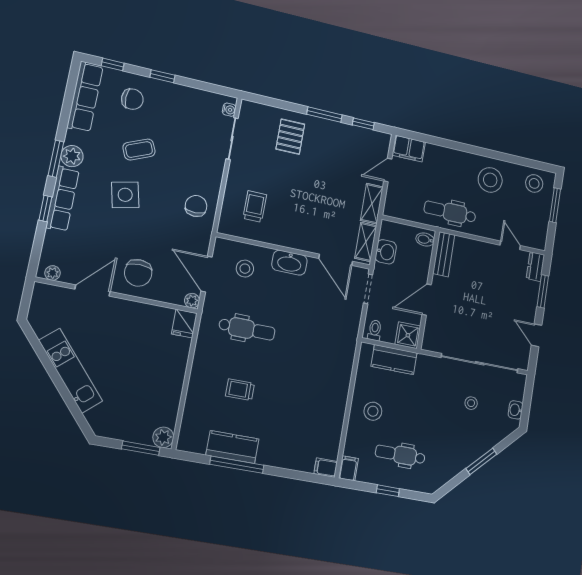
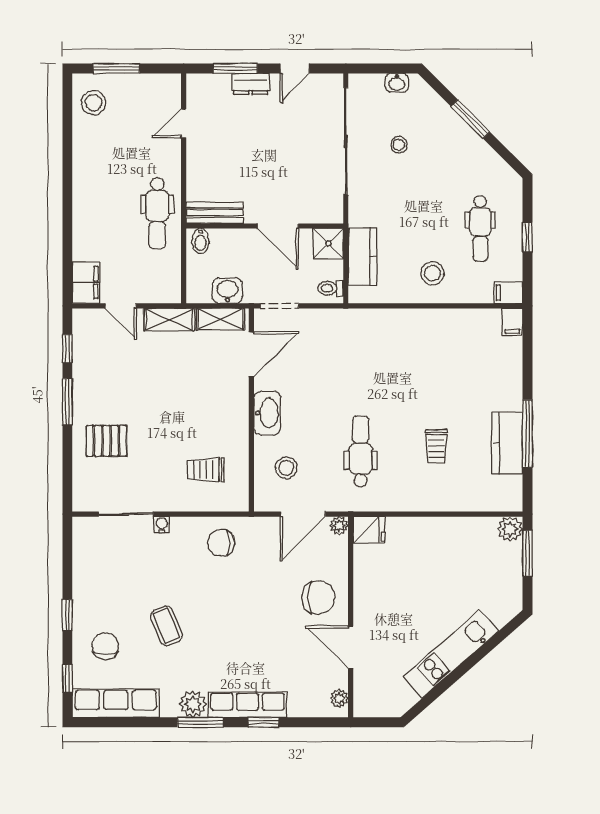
water cooler: (229, 110) -> (162, 525), moved
stool: (490, 180) -> (103, 165), removed
side table: (125, 195) -> (226, 631), removed
dresser: (535, 267) -> (251, 84), moved

